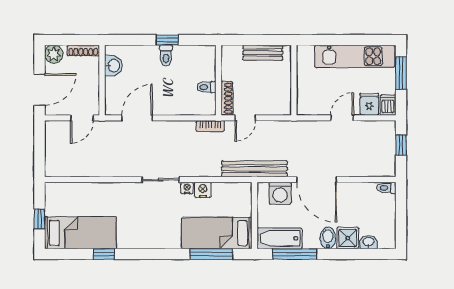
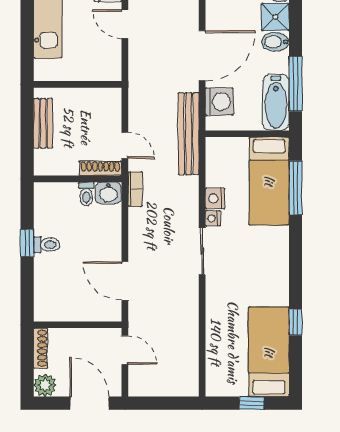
washbasin: (113, 66) -> (108, 193), moved, turned 180

